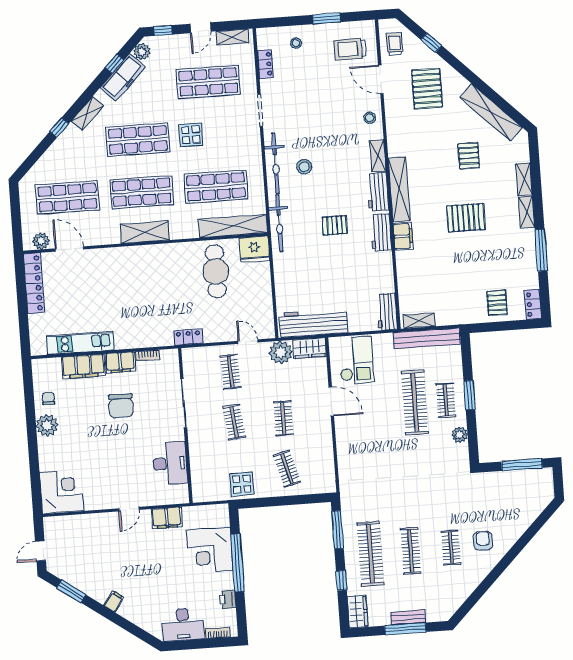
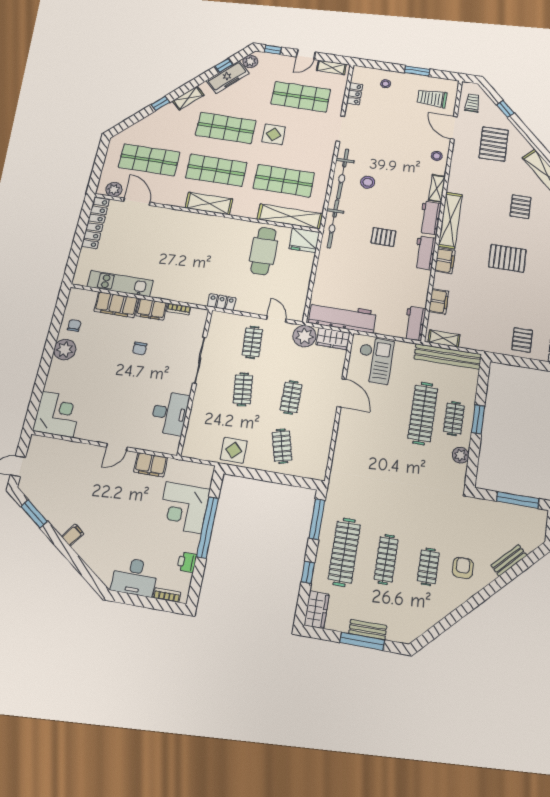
filing cabinet: (406, 282) -> (439, 301), added
chair: (121, 406) -> (140, 348), width x0.54, depth x0.54
bench: (524, 523) -> (509, 560), added

